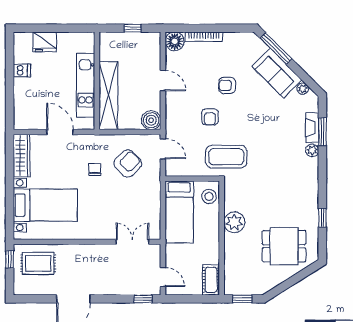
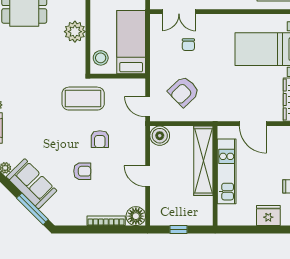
armchair: (210, 117) -> (100, 139), turned 180
chair: (95, 170) -> (188, 45), moved

